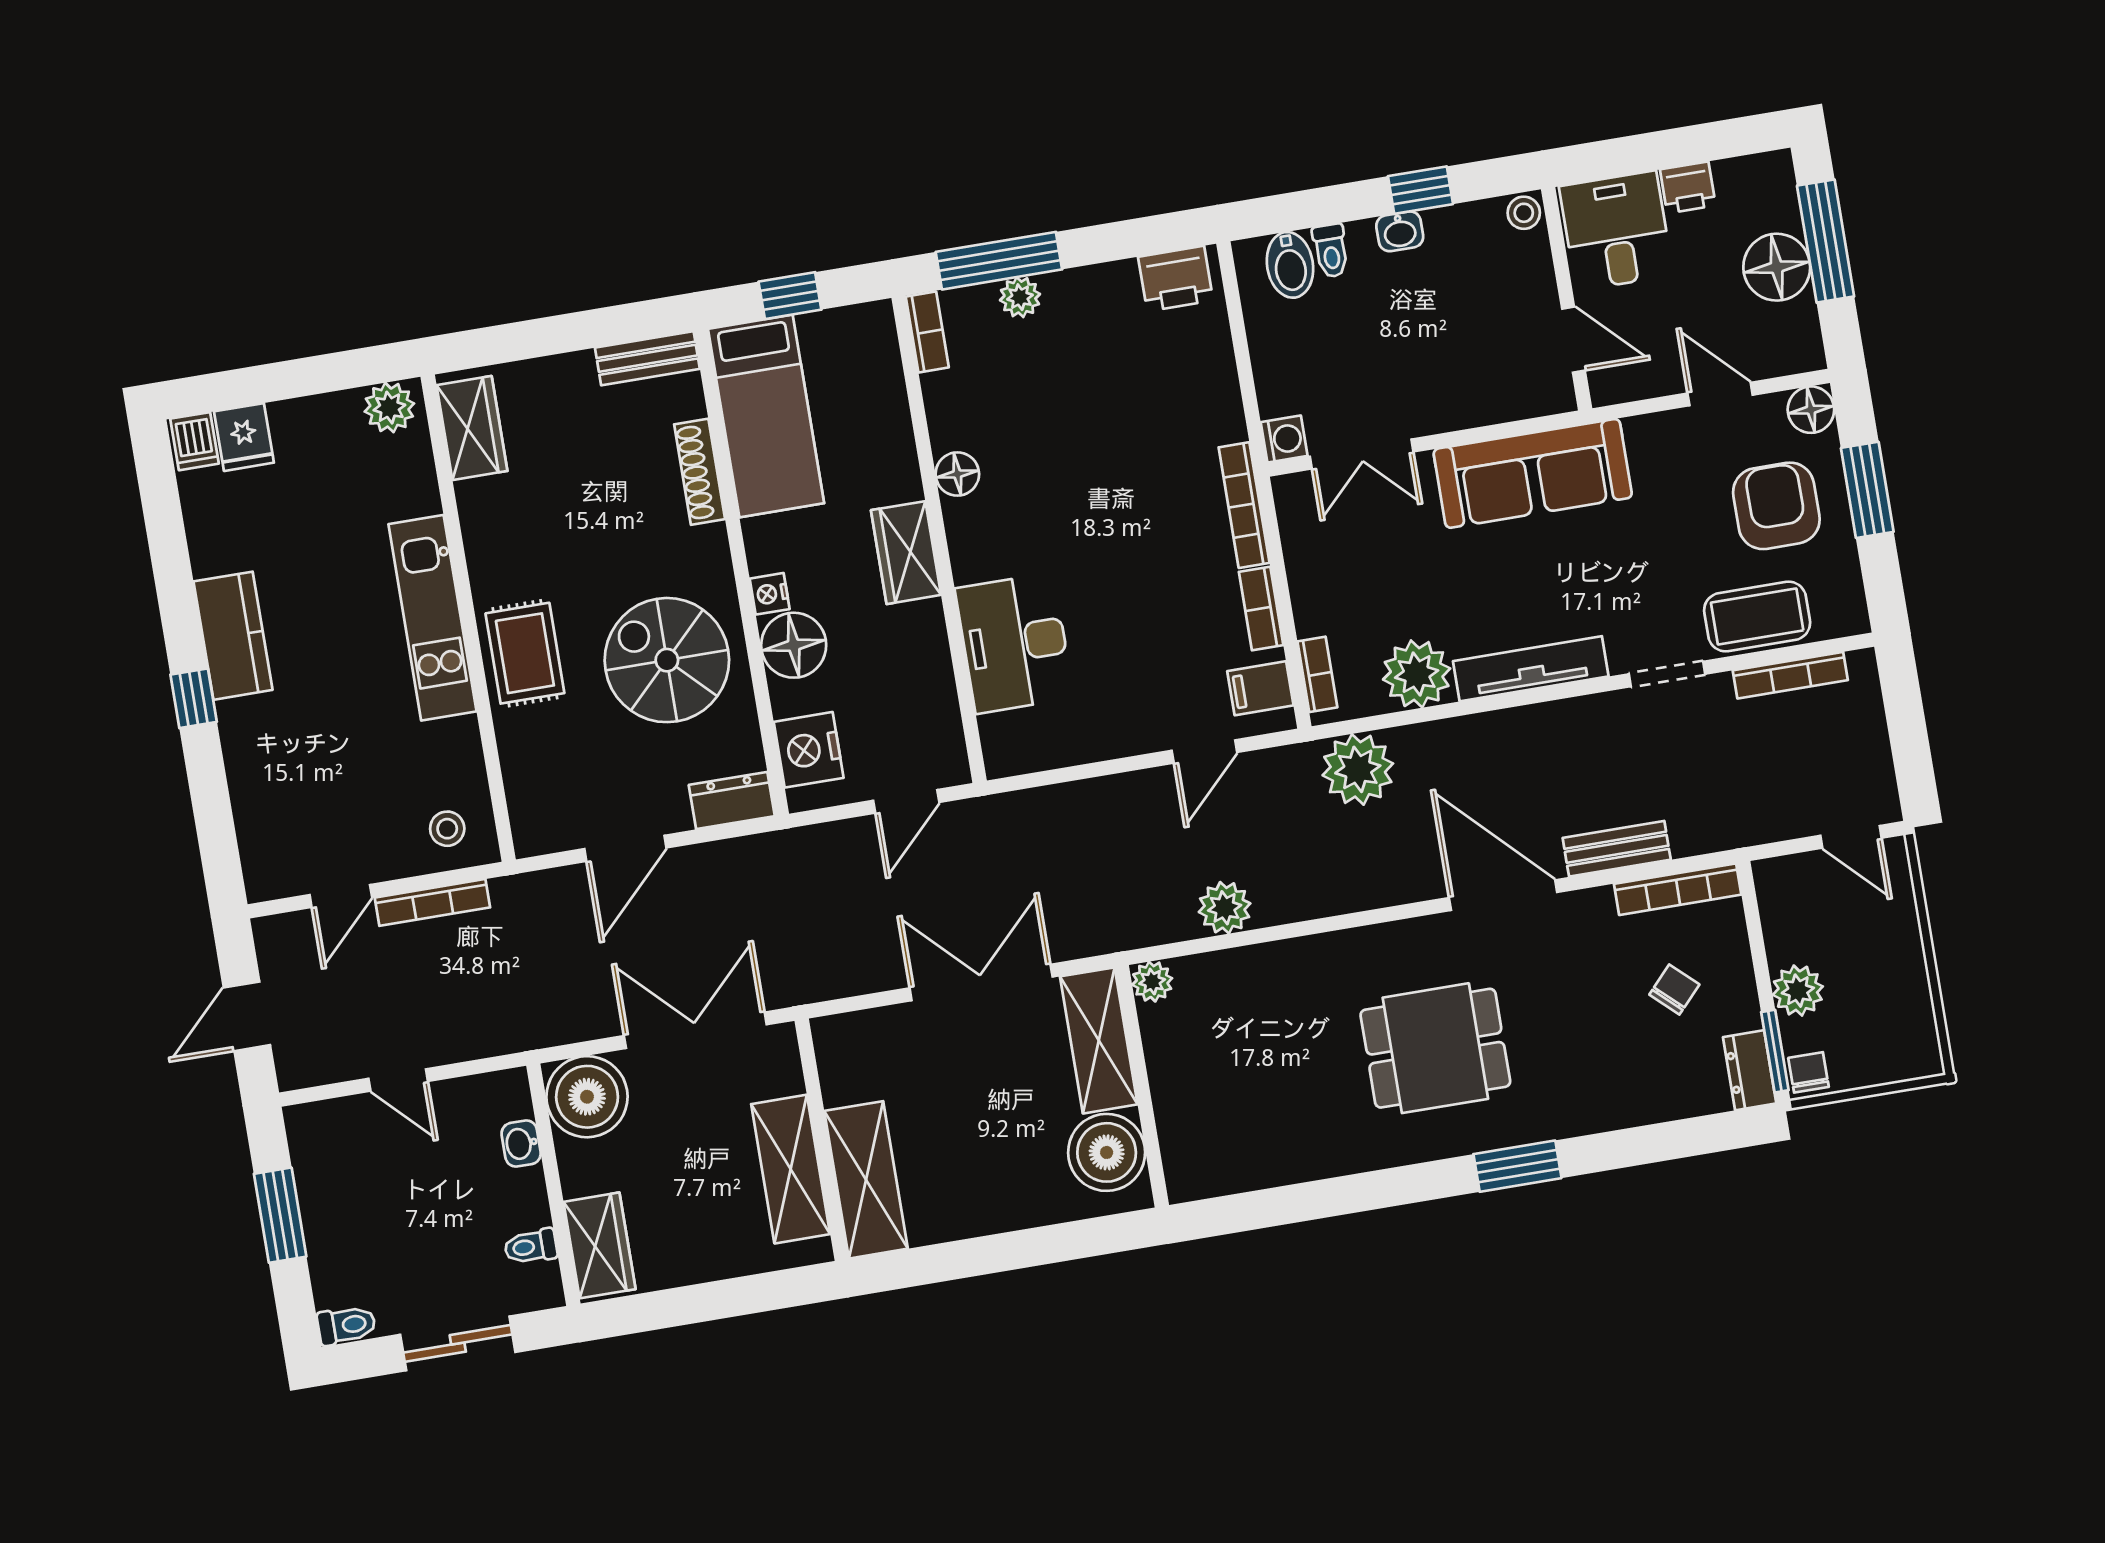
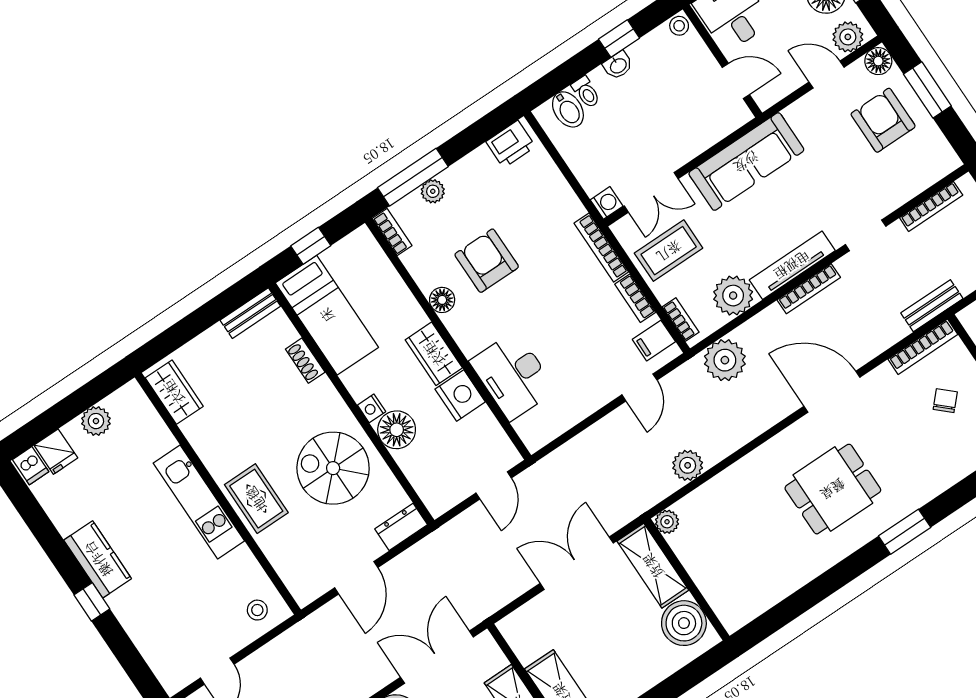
plant: (1780, 350) -> (848, 37), added
plant: (389, 408) -> (96, 421), moved
armchair: (1055, 444) -> (487, 261), added
shoe rack: (700, 472) -> (305, 361), width x0.70
coffee table: (1757, 617) -> (669, 251), moved
nightstand: (809, 750) -> (460, 395), moved, turned 180
bench: (1617, 849) -> (932, 306), moved
bookcase: (432, 902) -> (809, 289), moved

